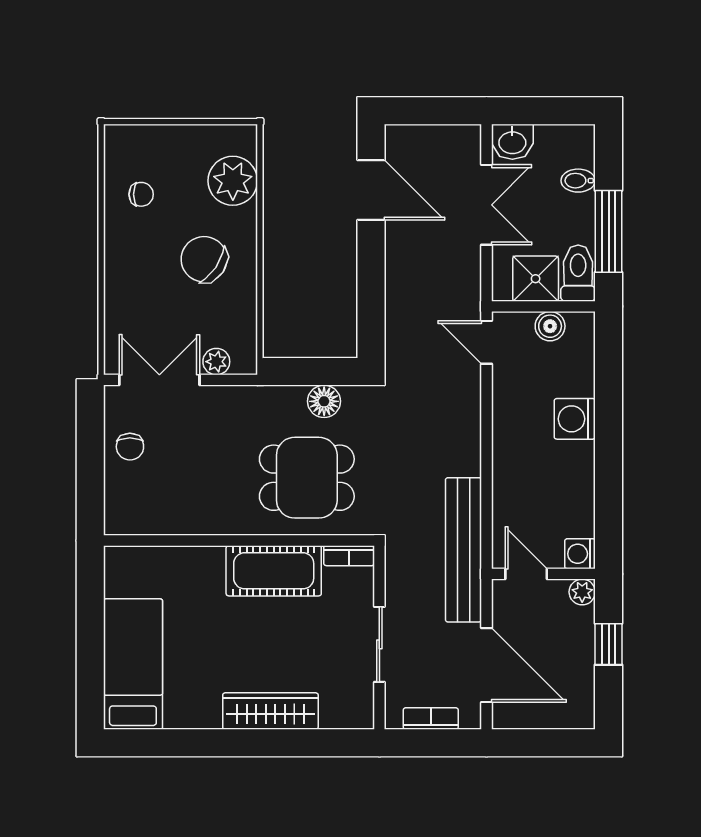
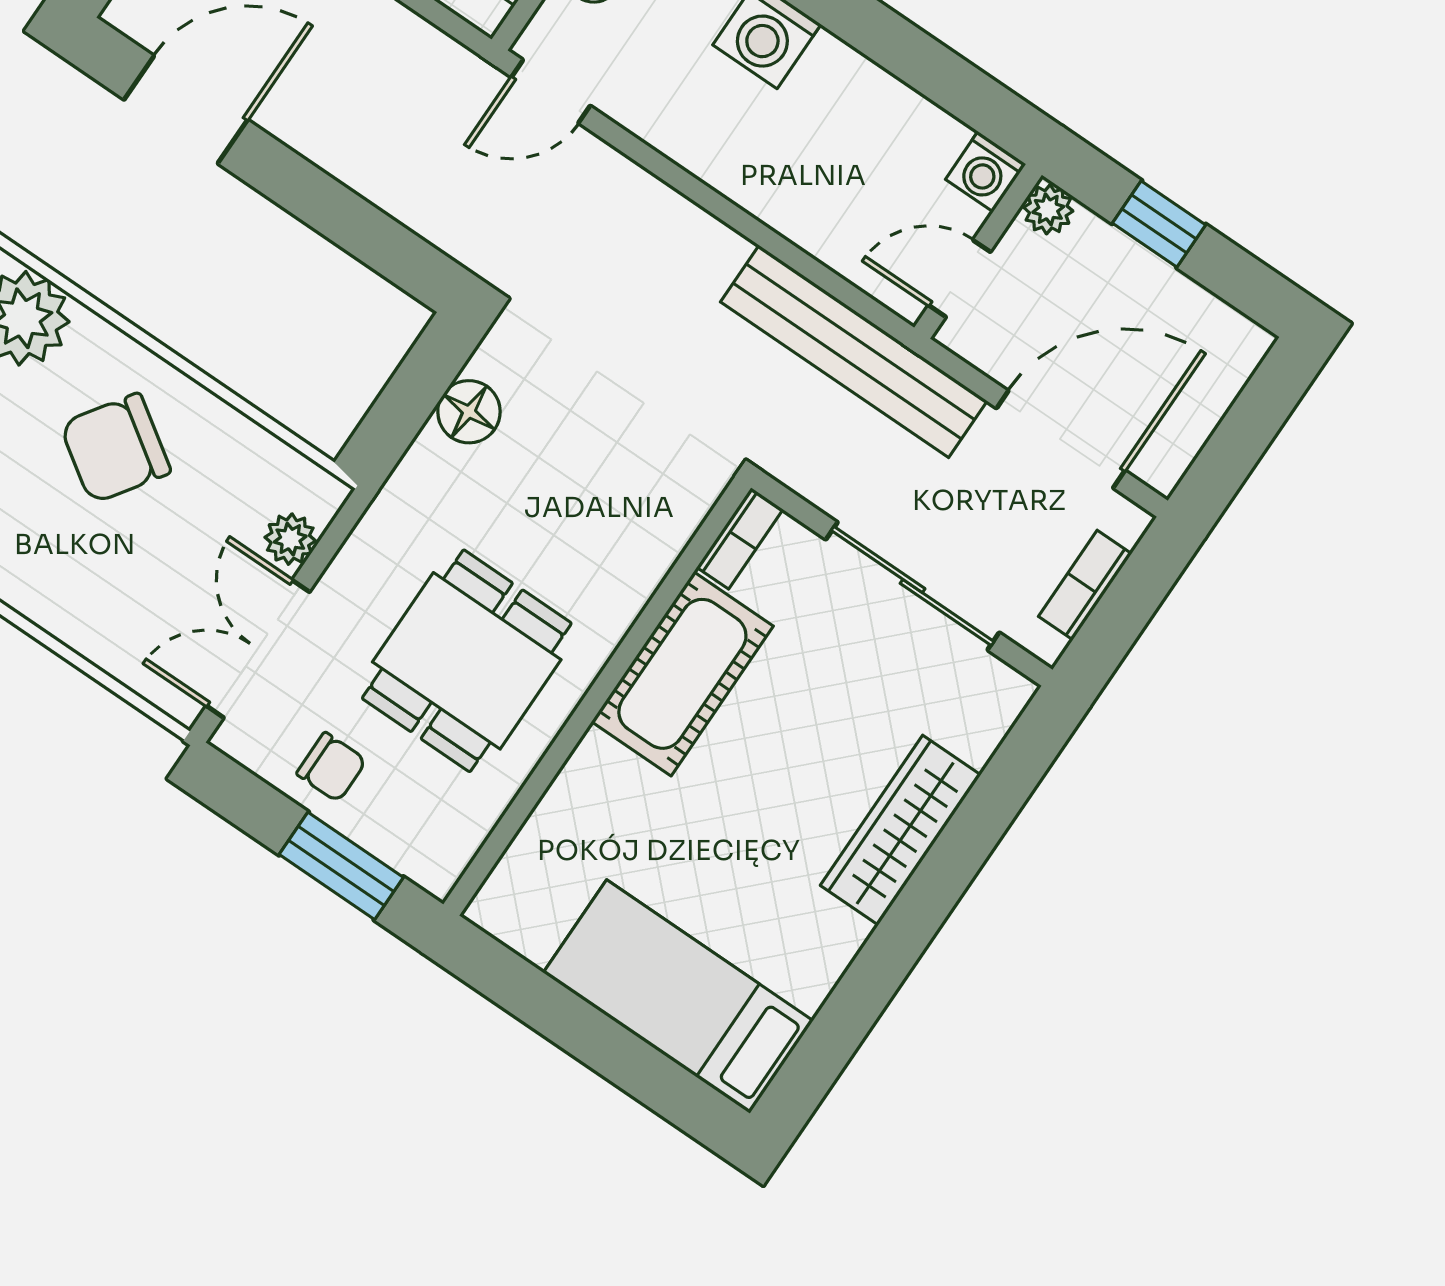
dining table: (307, 478) -> (467, 661), moved
window: (90, 480) -> (341, 866), added
sliding door: (379, 644) -> (913, 586), width x1.37

